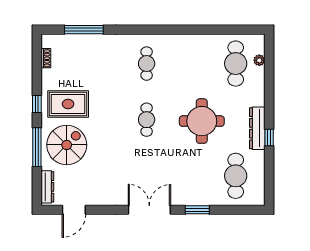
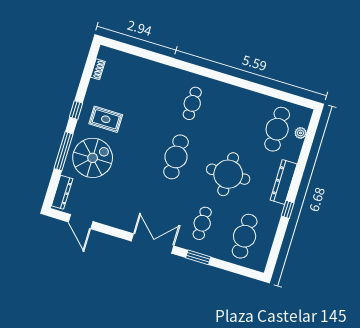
window: (84, 30) -> (142, 53), removed
rug: (68, 104) -> (106, 119), width x0.73, depth x0.70
cafe table: (147, 120) -> (176, 157), width x1.37, depth x1.35
dresser: (257, 128) -> (284, 182), moved
cafe table: (191, 176) -> (202, 223), added
door: (74, 210) -> (81, 222), hinge flipped

